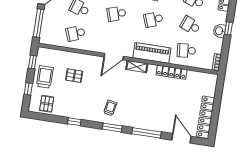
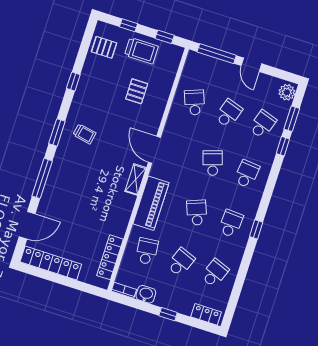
washbasin: (219, 31) -> (146, 294), moved
locker: (171, 72) -> (110, 257), moved

